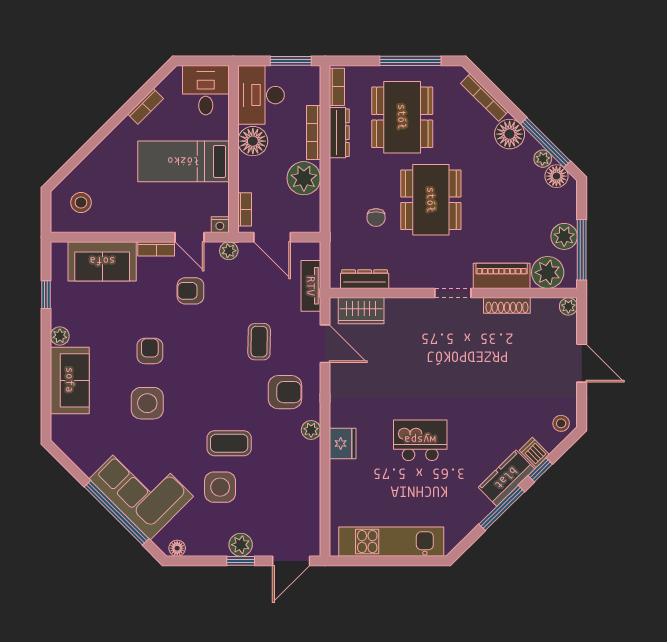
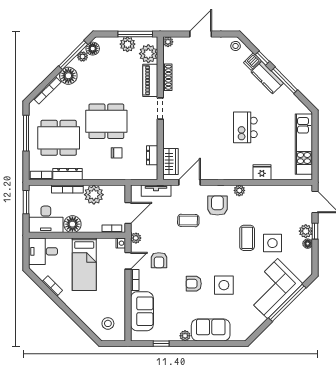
dresser: (365, 279) -> (152, 155), width x0.70
fridge: (343, 444) -> (262, 172), moved
floor lamp: (177, 548) -> (308, 244), moved

